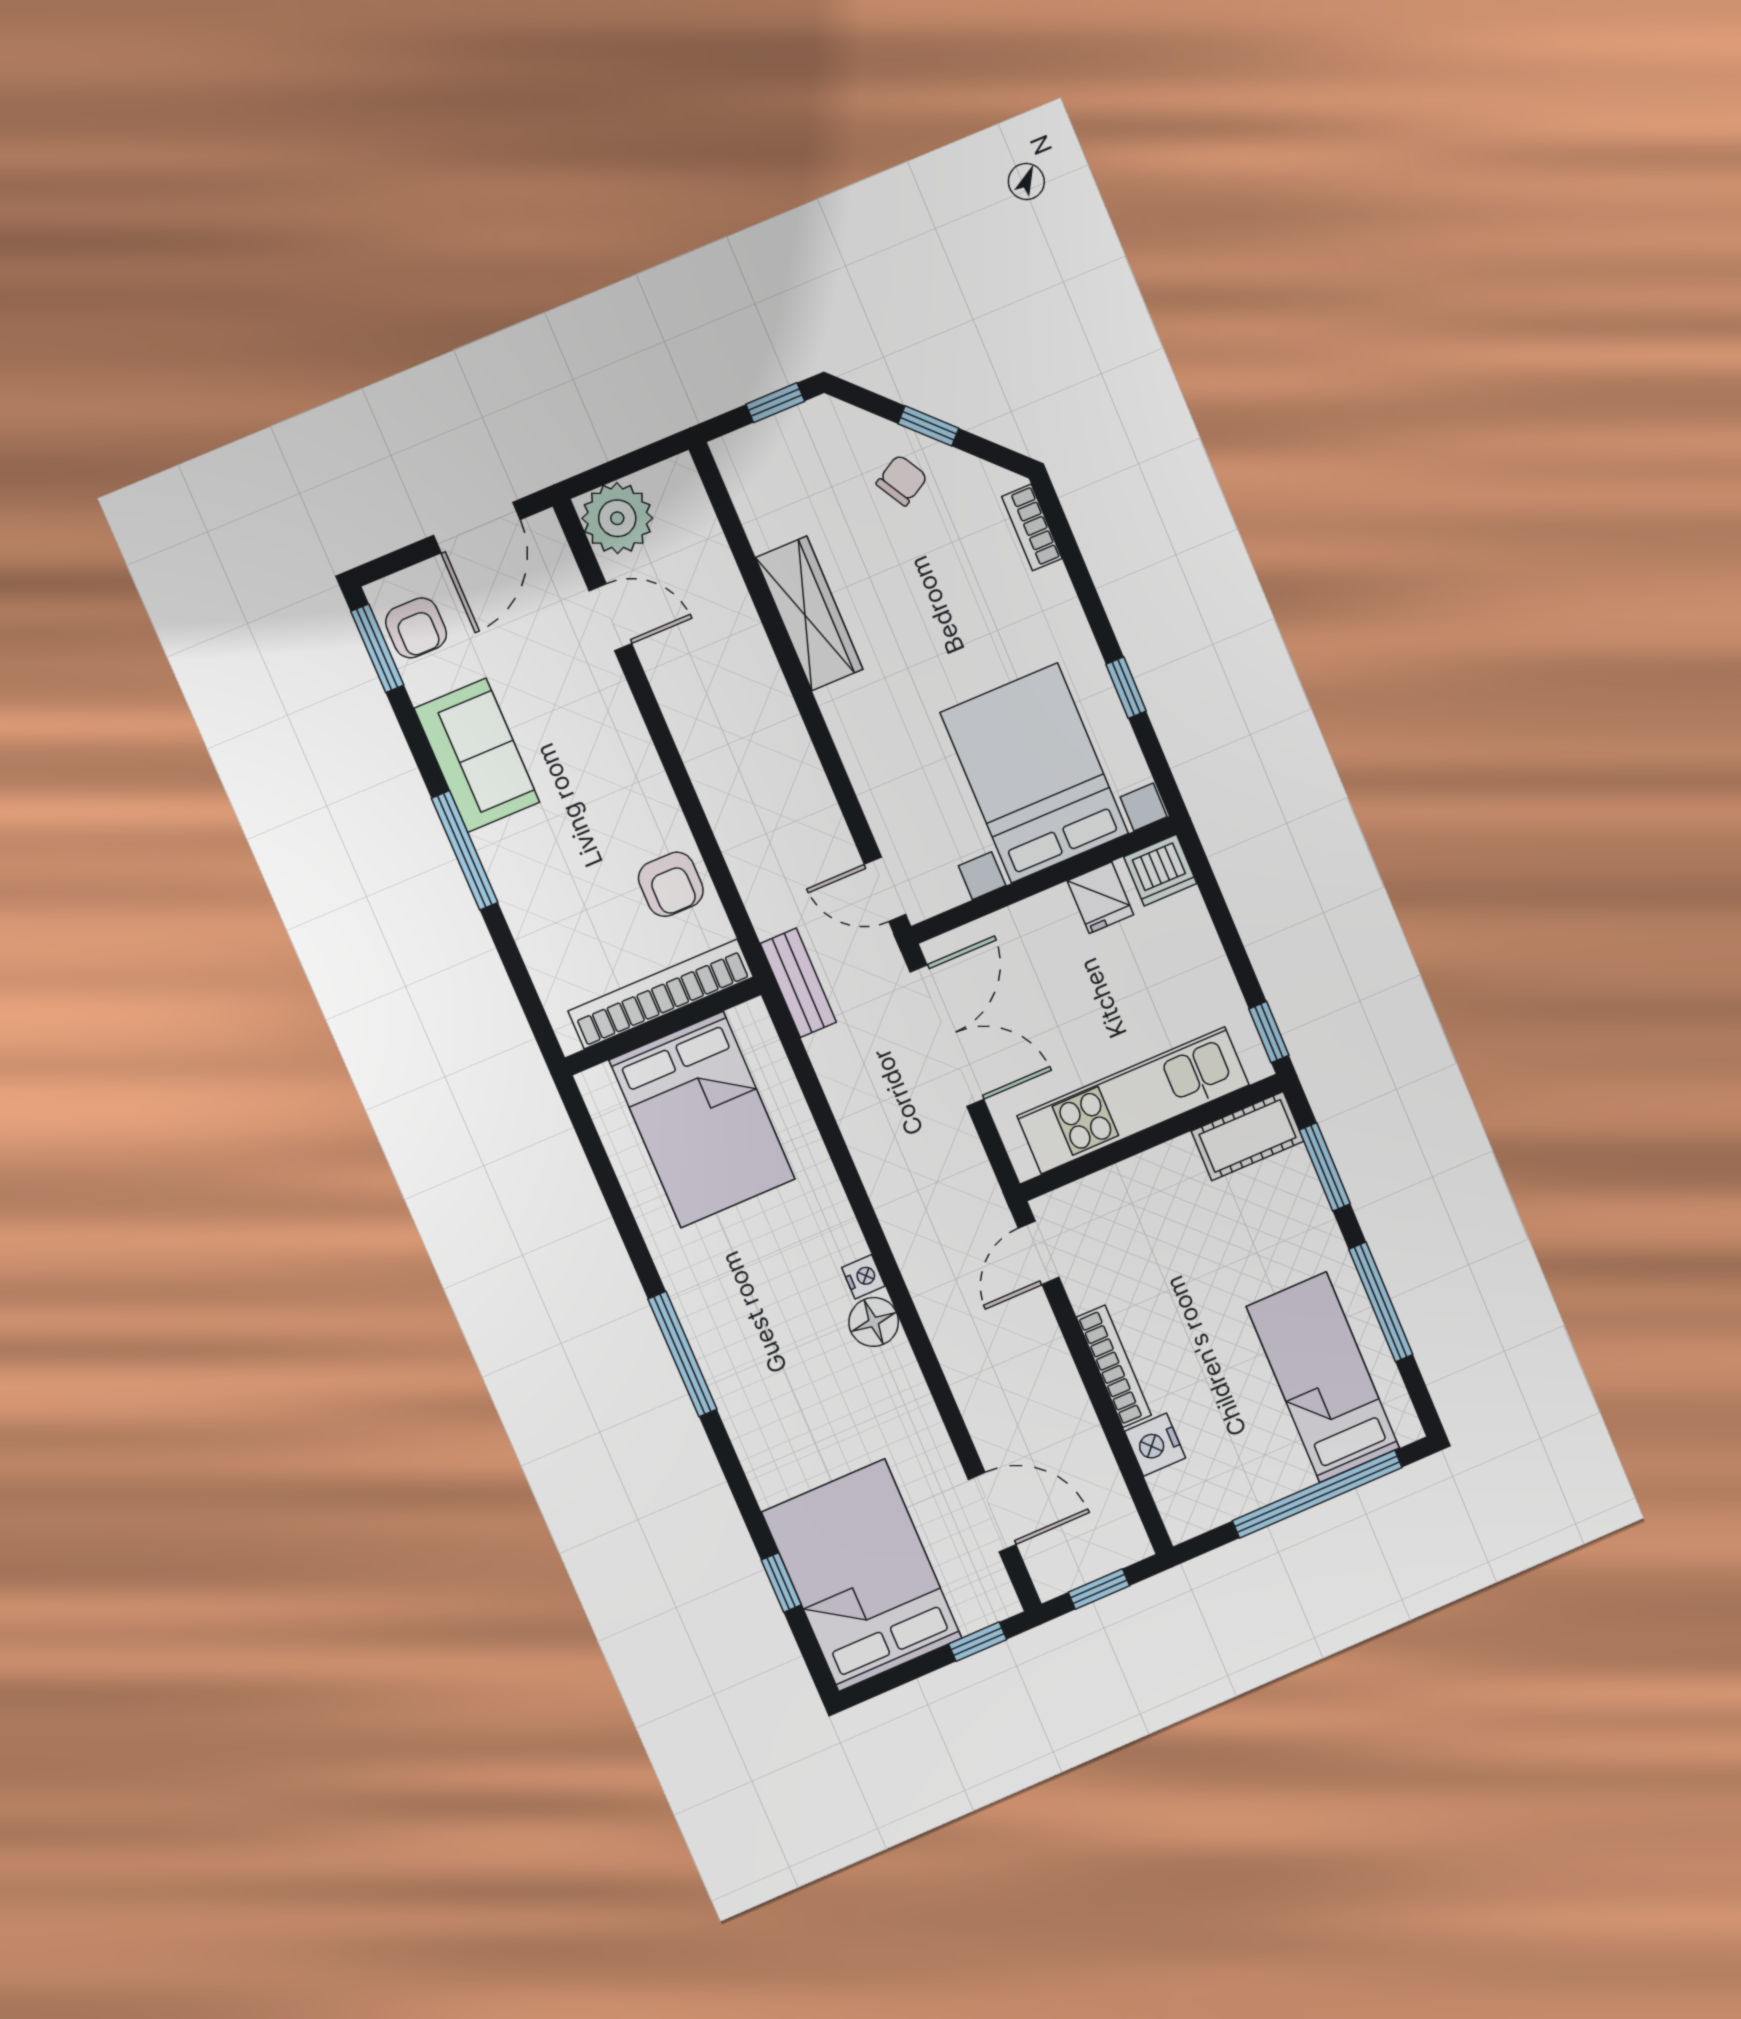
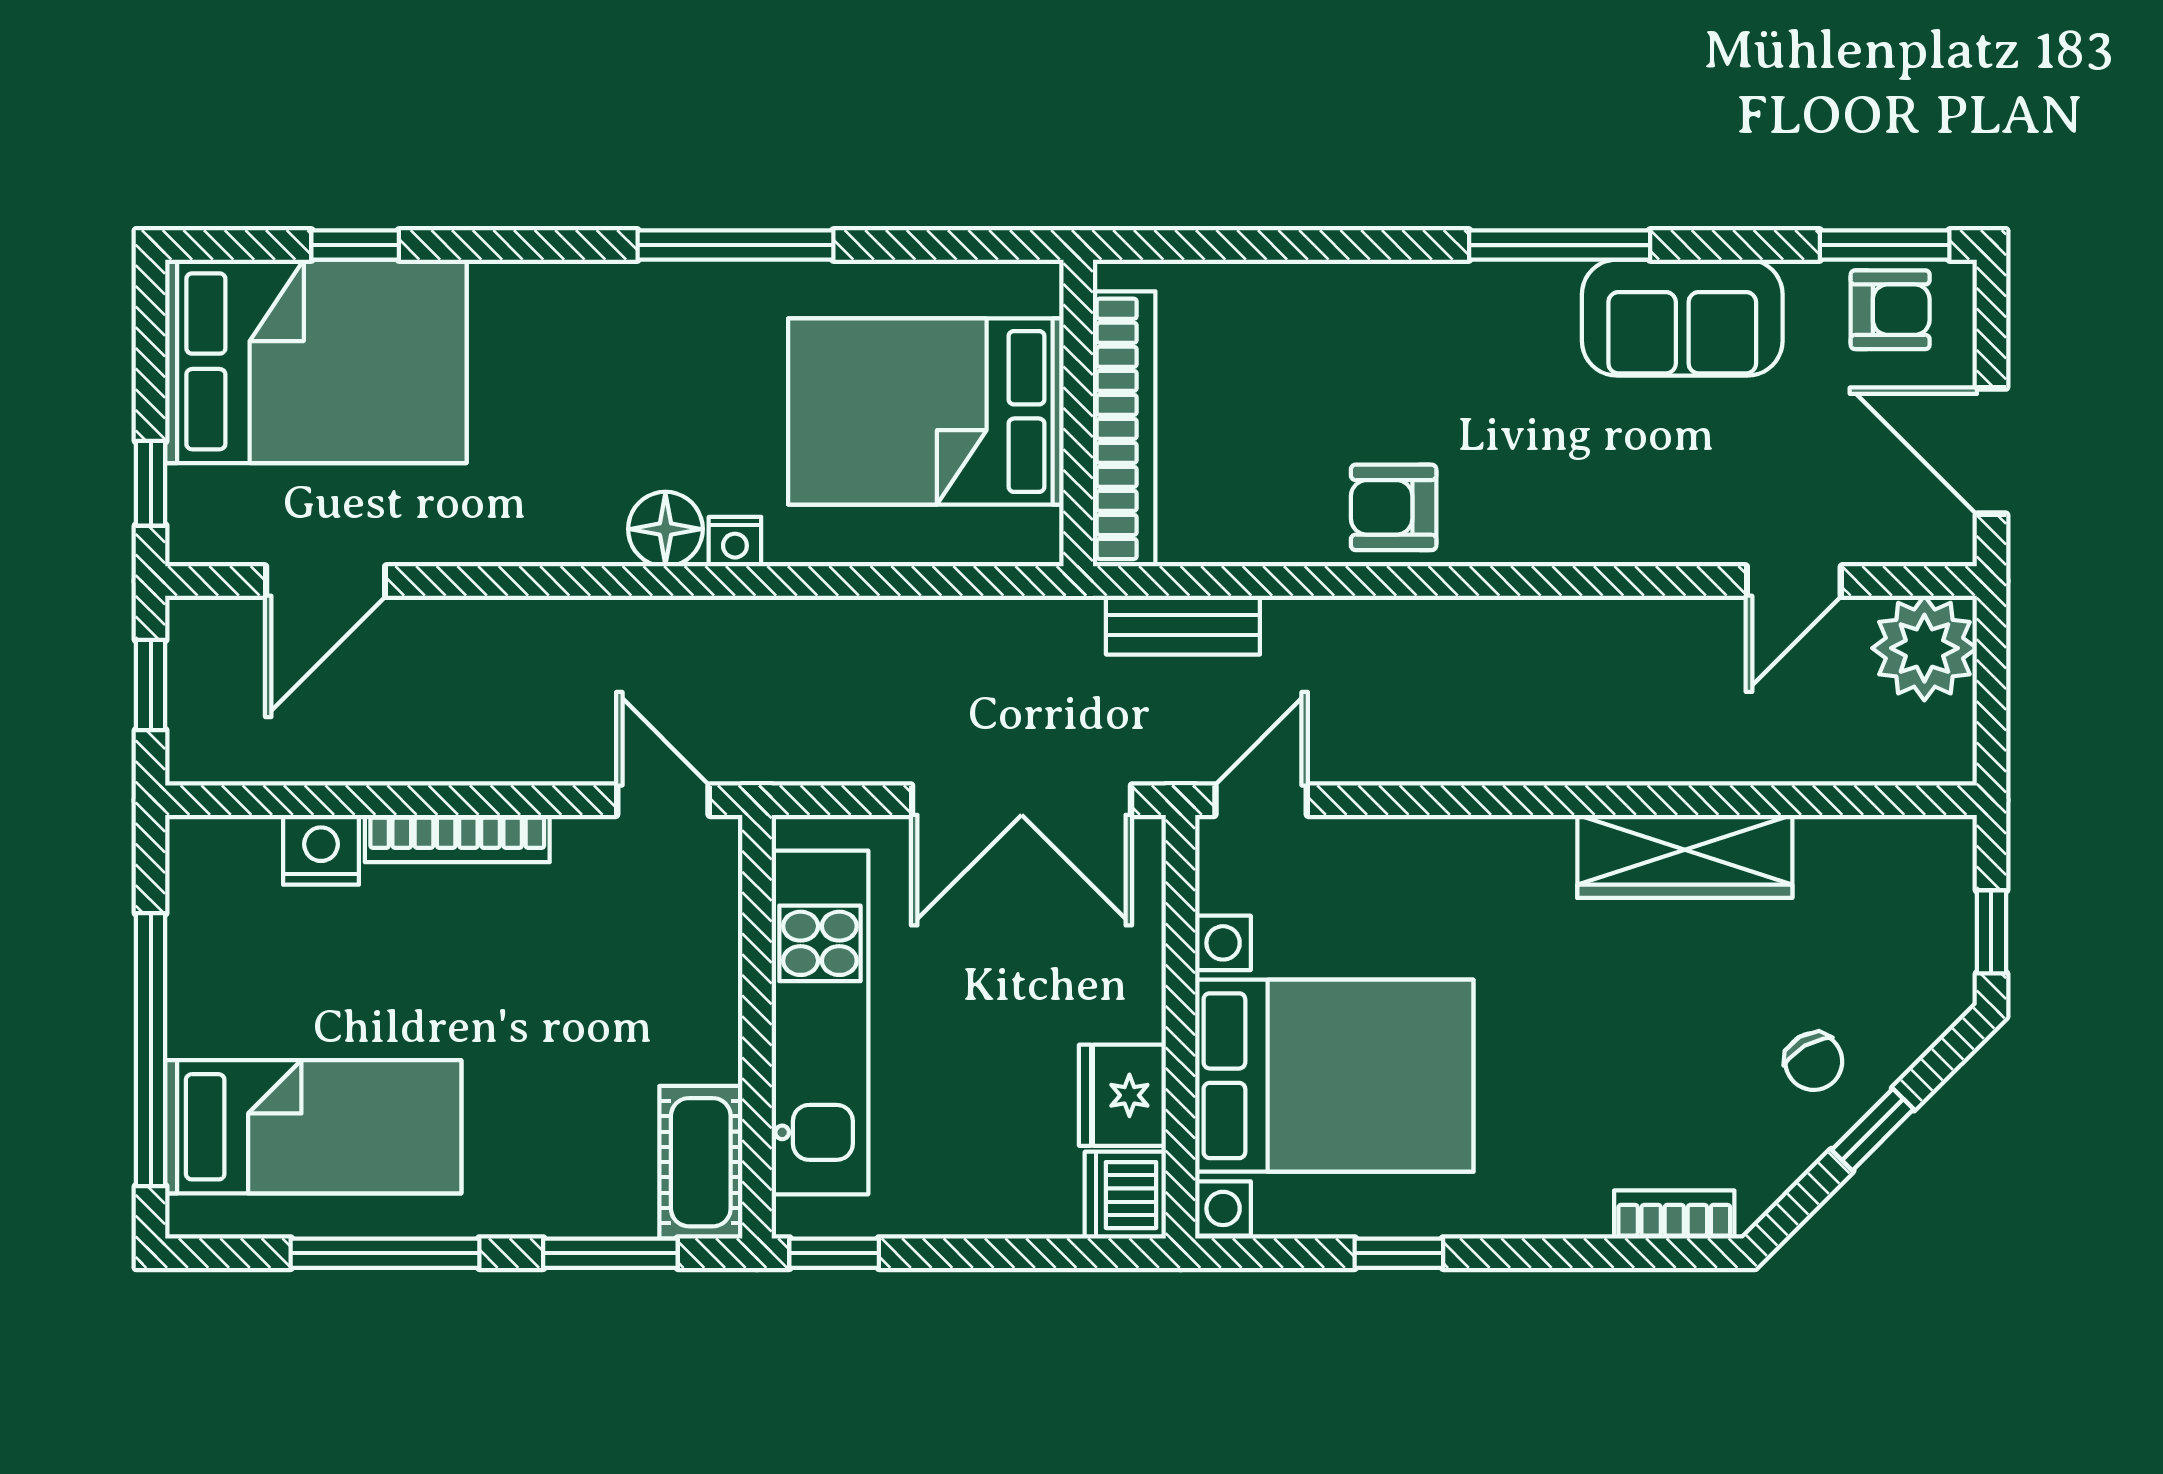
armchair: (416, 628) -> (1890, 310), turned 180
fridge: (1100, 898) -> (1122, 1095), width x1.38
bookcase: (661, 994) -> (1124, 429), moved
wall: (663, 1026) -> (1078, 413), moved
bed: (702, 1120) -> (926, 411), moved

